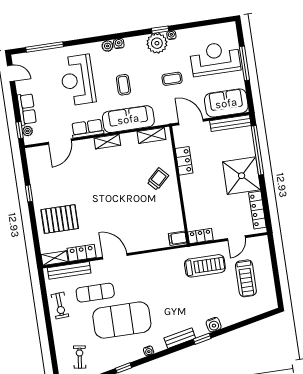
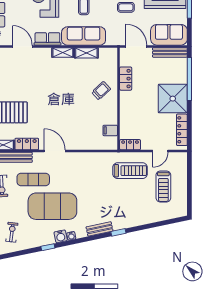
shelving: (152, 135) -> (86, 53), moved
door: (60, 142) -> (22, 46), swing flipped
filing cabinet: (178, 238) -> (110, 130), moved
water cooler: (214, 325) -> (61, 236), moved

